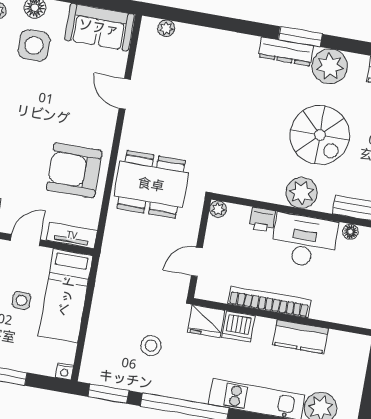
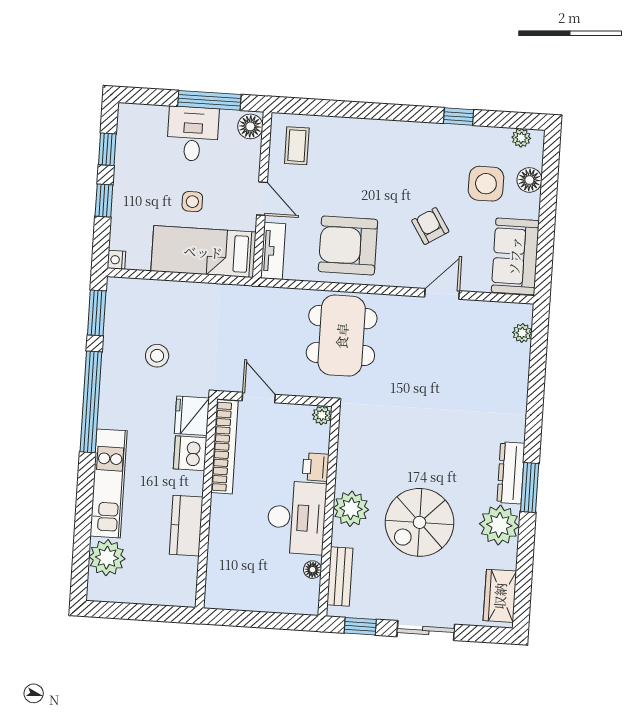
armchair: (65, 97) -> (430, 226), added
armchair: (74, 170) -> (348, 246), turned -90
bookcase: (269, 302) -> (224, 447), moved

